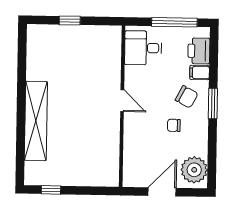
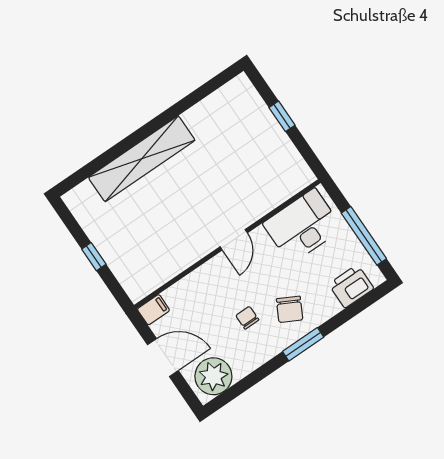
desk: (143, 48) -> (303, 226), width x1.37
filing cabinet: (200, 73) -> (153, 310), moved, turned 90
window: (51, 190) -> (94, 257), moved

